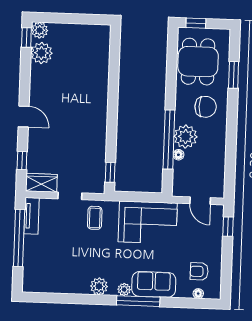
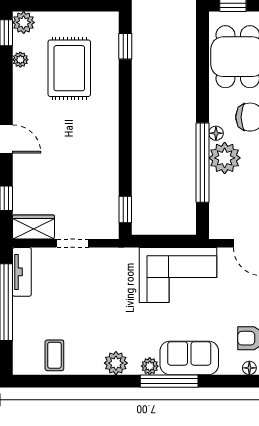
window: (115, 51) -> (125, 46), added
plant: (41, 53) -> (20, 60), width x0.53, depth x0.53
rug: (72, 66) -> (69, 68), added
floor lamp: (178, 155) -> (216, 133), moved
coffee table: (95, 218) -> (54, 355), moved

